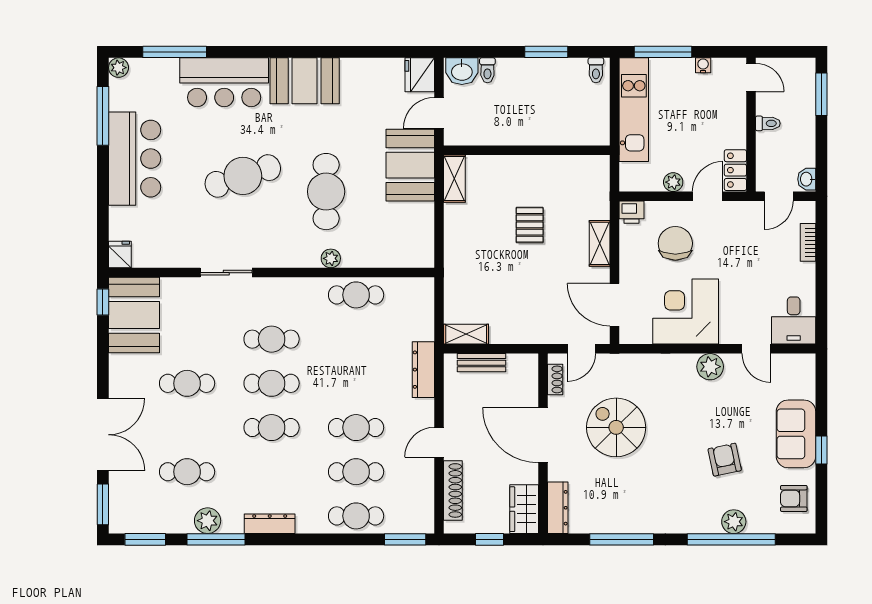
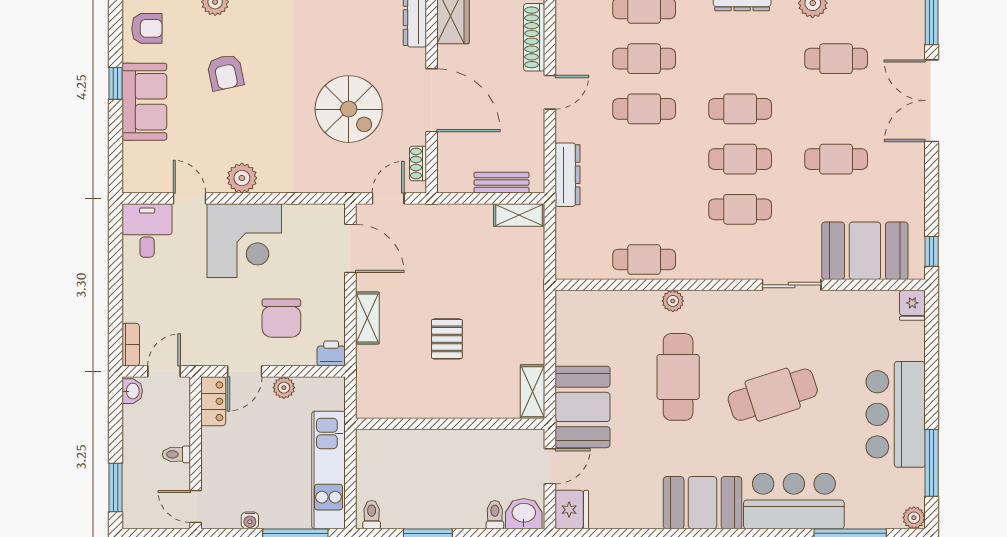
bookcase: (808, 242) -> (131, 345), moved
corner desk: (686, 312) -> (244, 241), moved
booth: (134, 315) -> (865, 251), moved, turned 90

